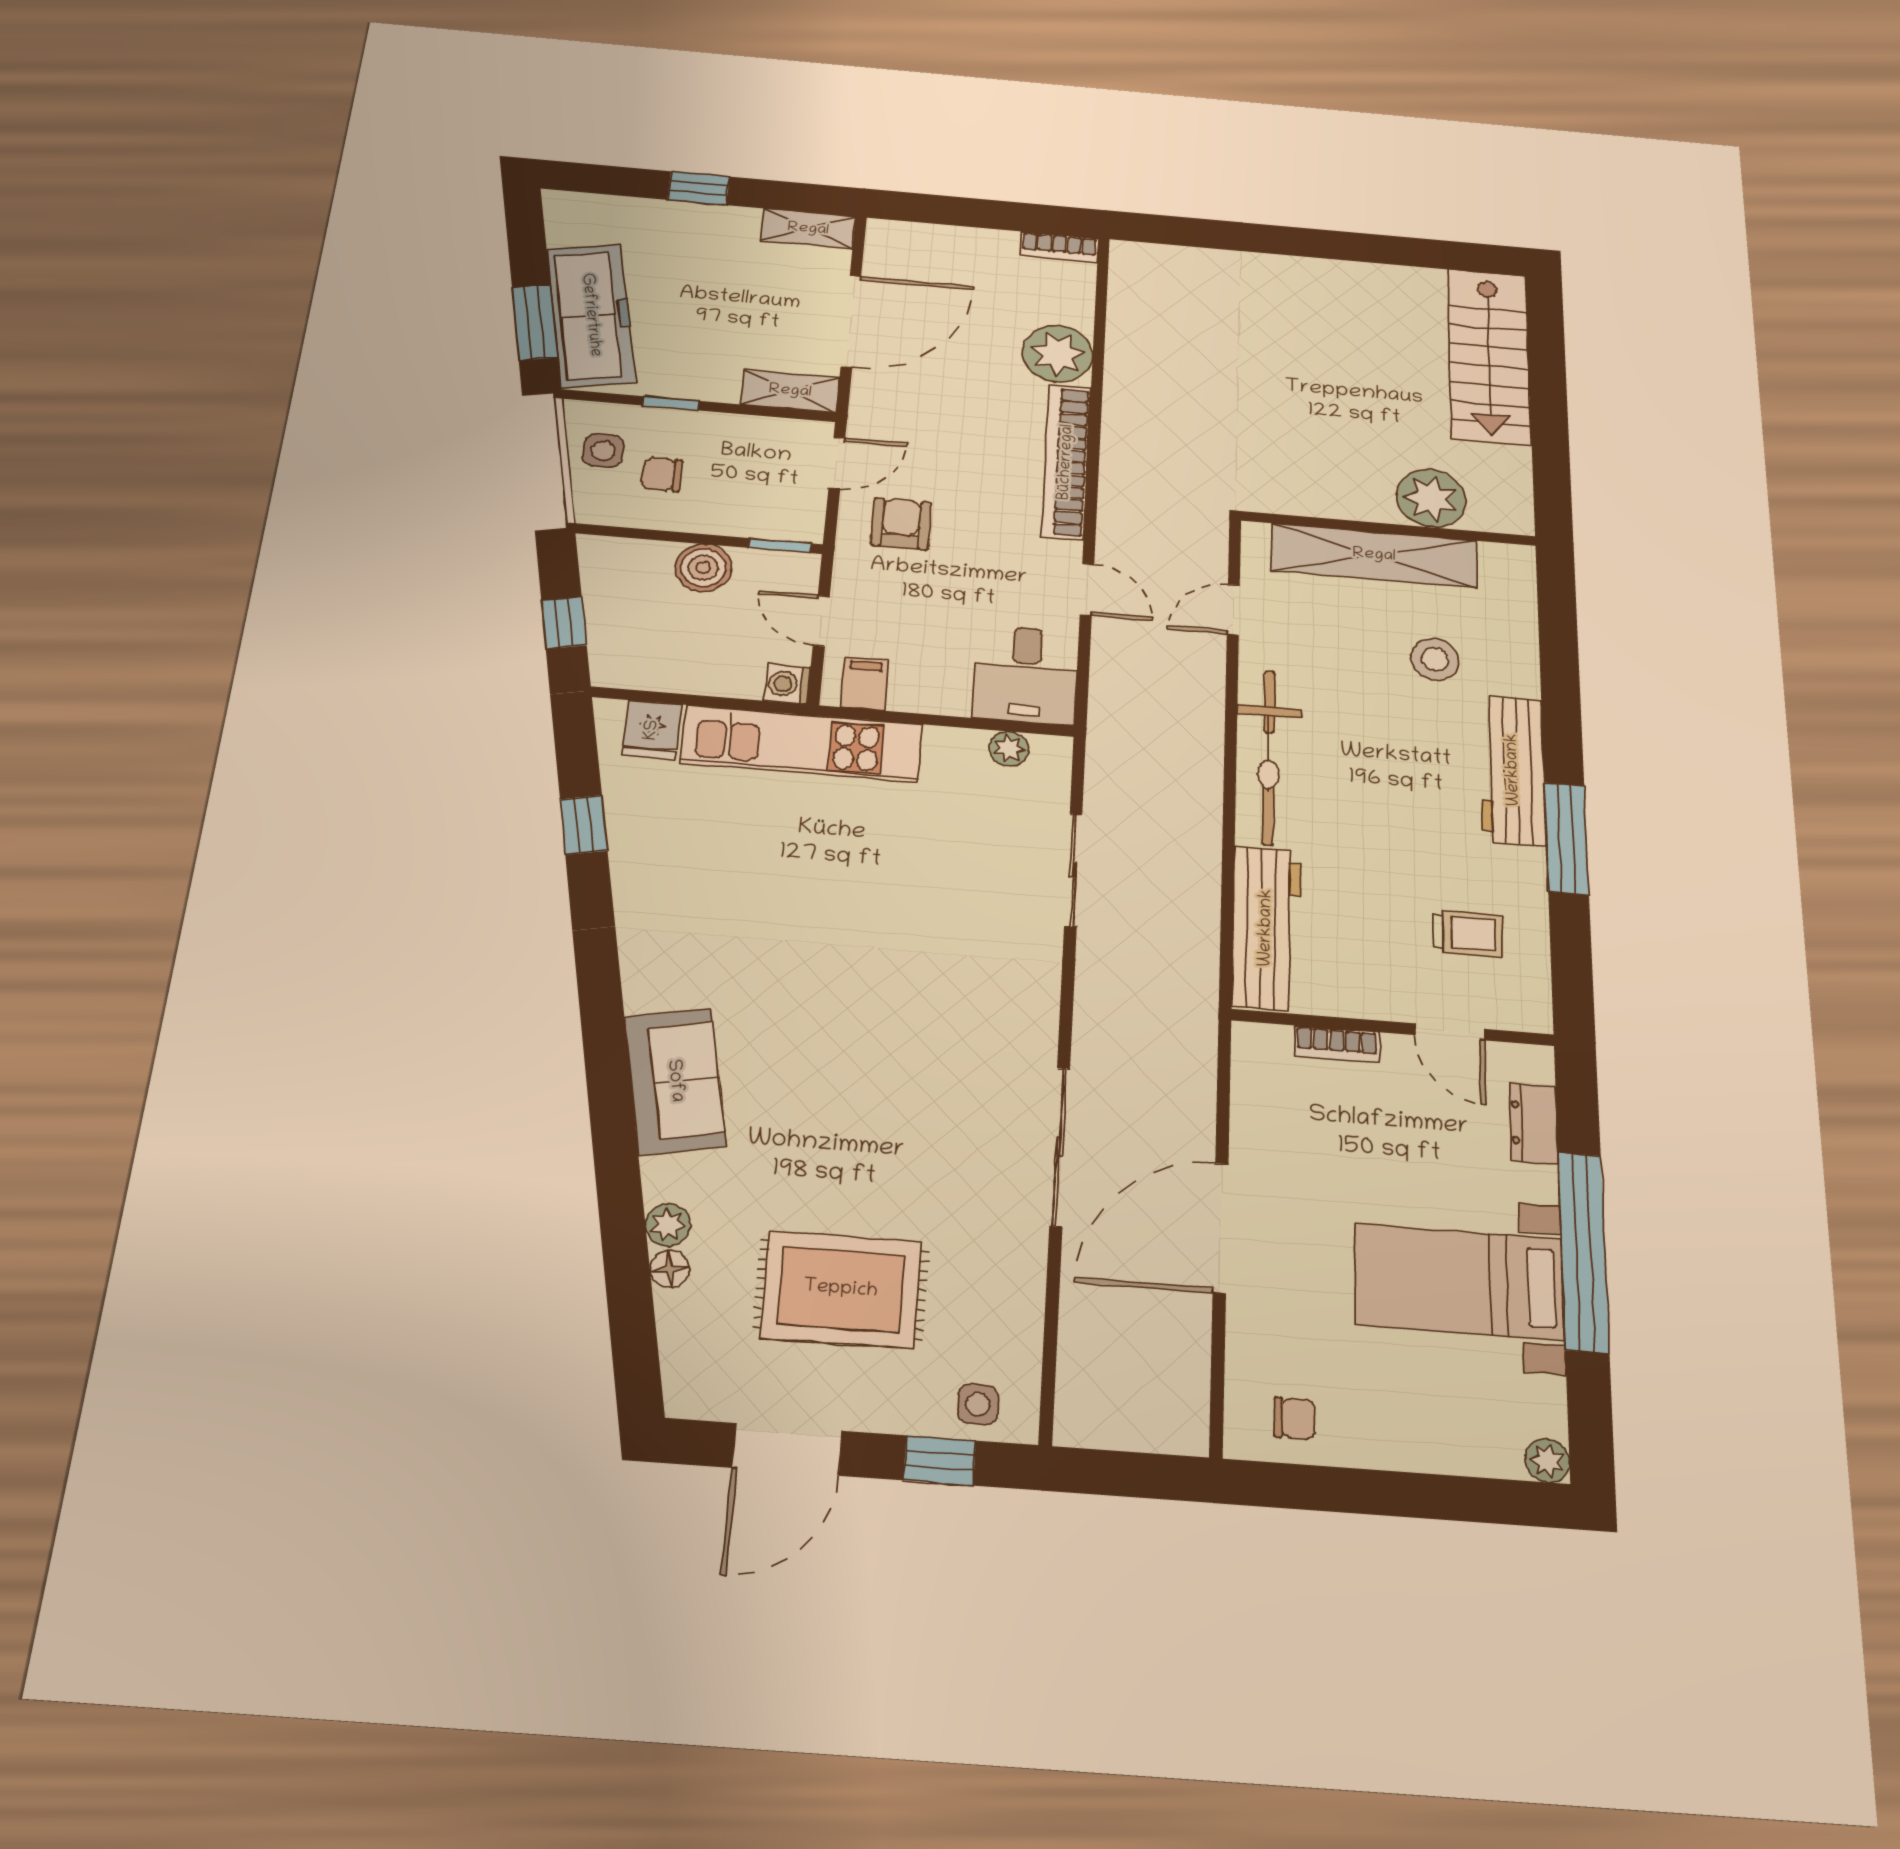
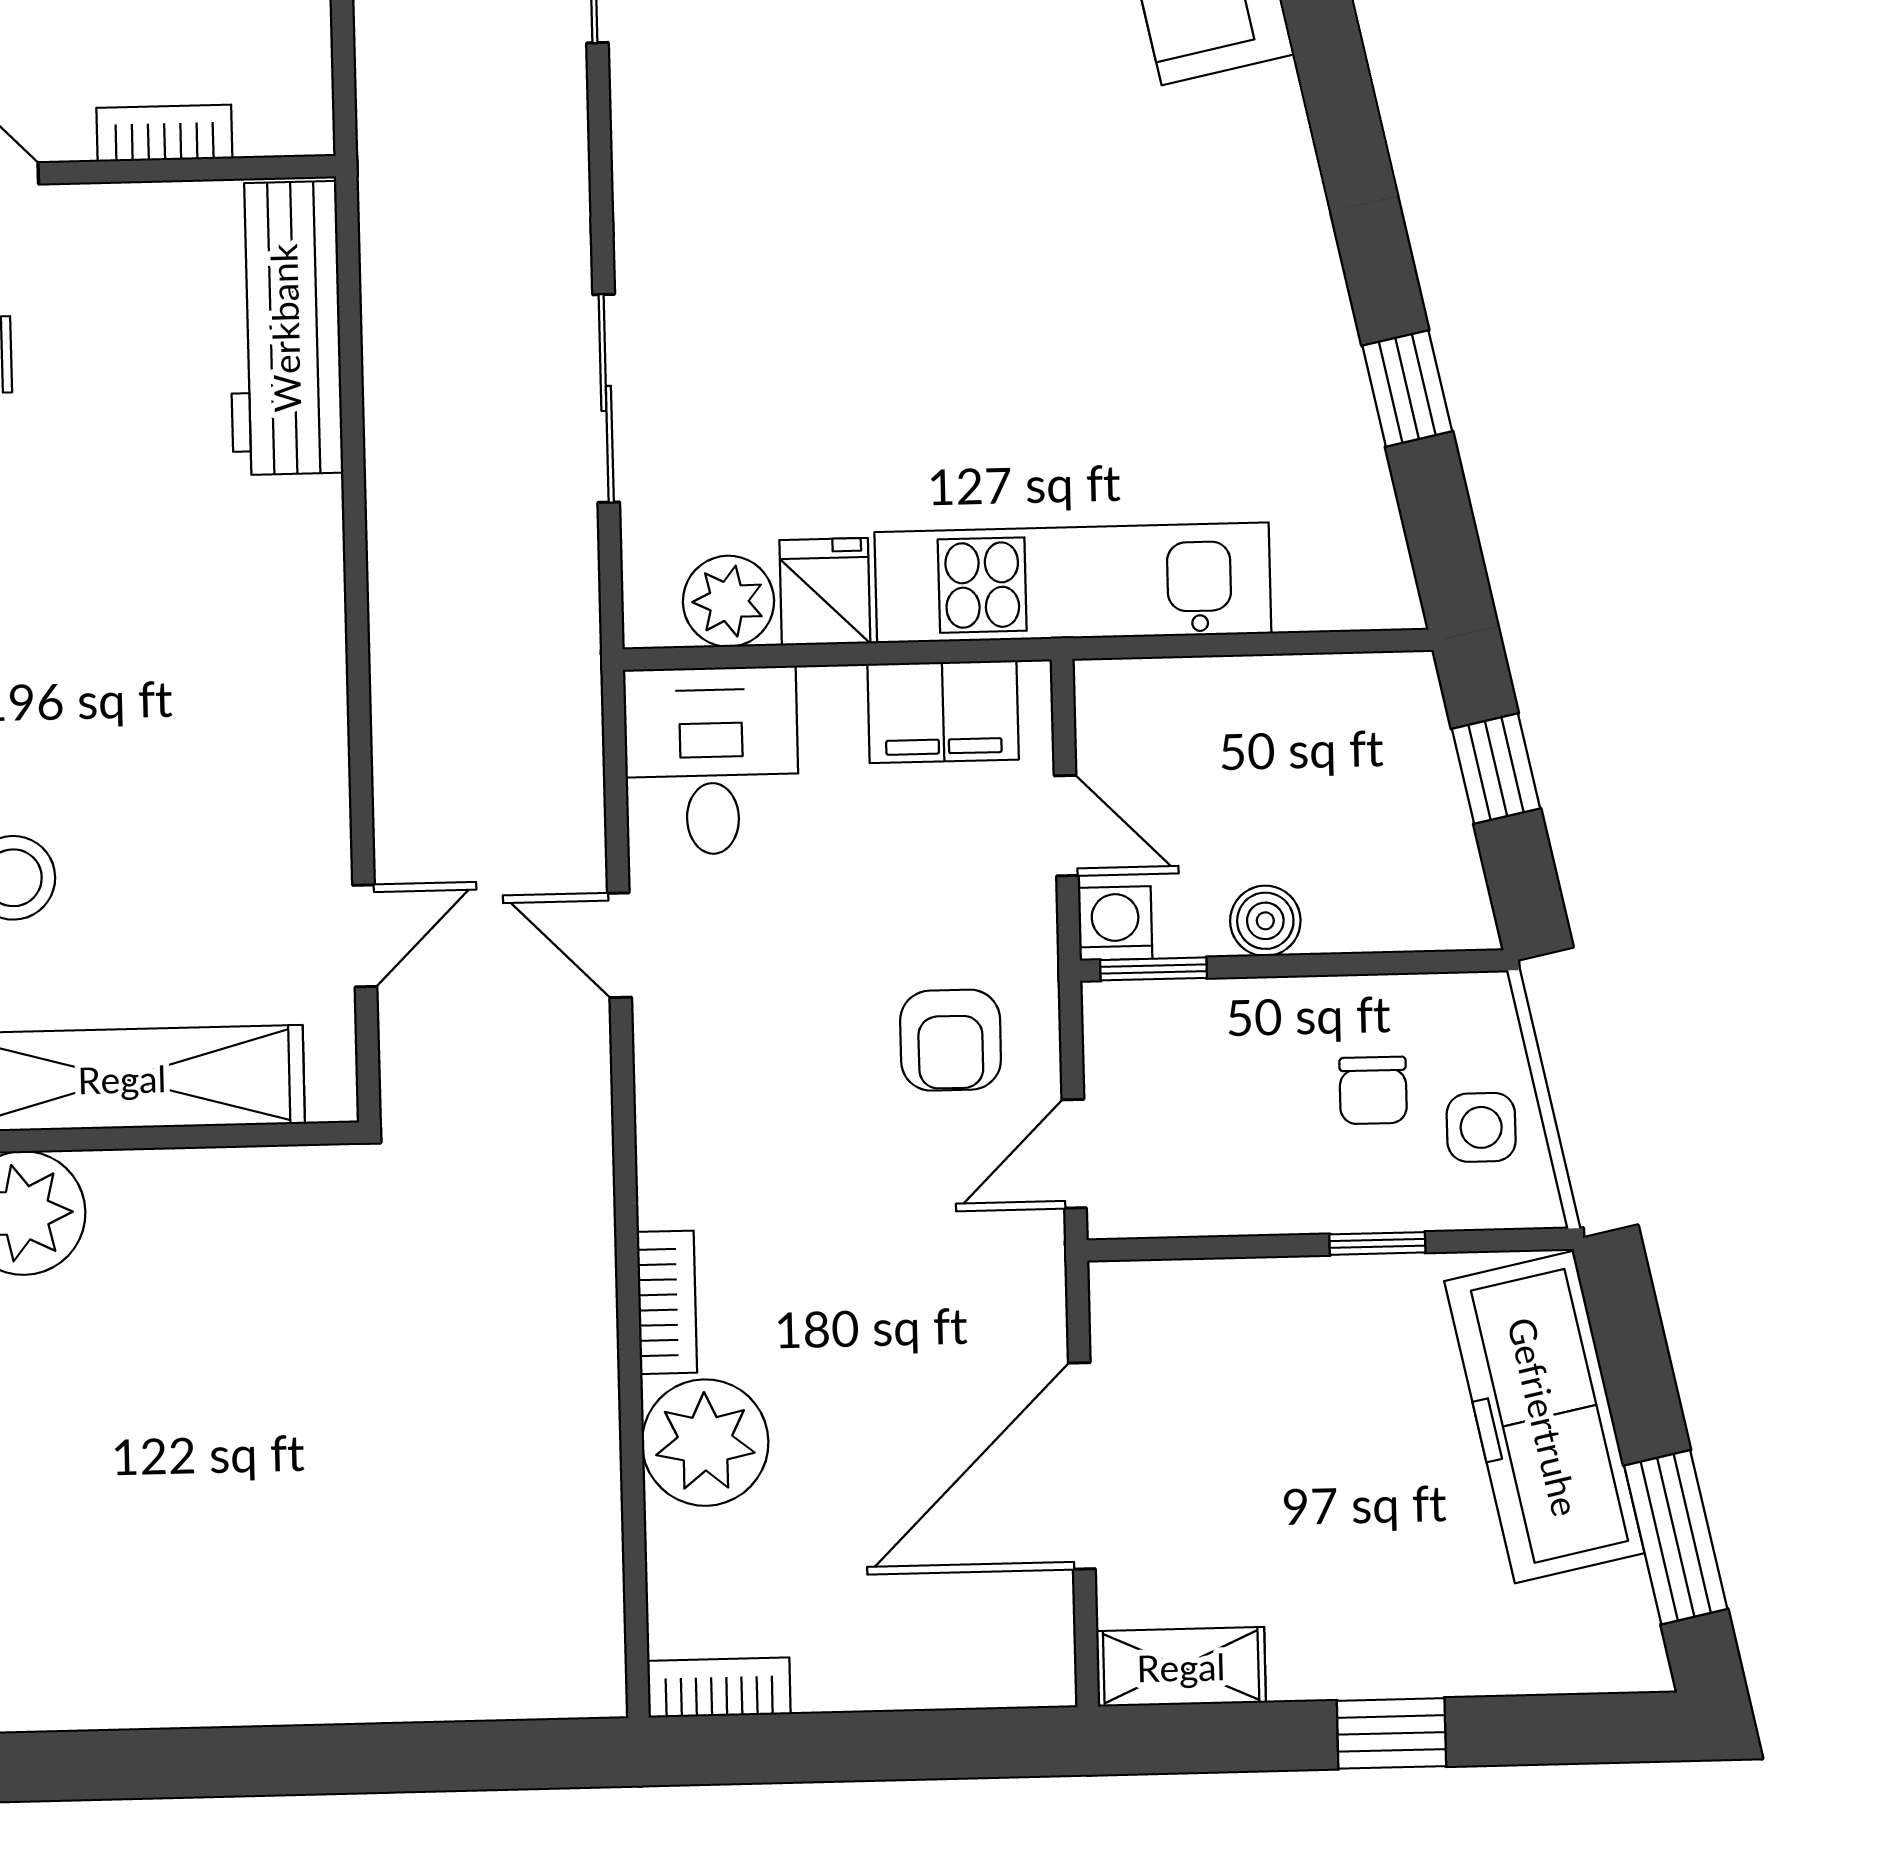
window: (535, 322) -> (1676, 1537), moved
shelving: (790, 391) -> (1173, 1297), removed
bookcase: (1066, 462) -> (667, 1302), width x0.43, depth x0.76
chair: (662, 474) -> (1373, 1090), turned 90
boiler: (703, 568) -> (1265, 921), width x0.73, depth x0.73
washing machine: (787, 684) -> (1115, 923), moved, turned -90
filing cabinet: (865, 684) -> (943, 712), width x2.00
fridge: (652, 730) -> (825, 592), moved
plant: (1009, 749) -> (728, 601), width x1.38, depth x1.38
bicycle: (1269, 757) -> (293, 650), removed

